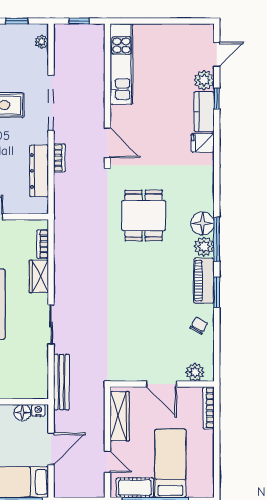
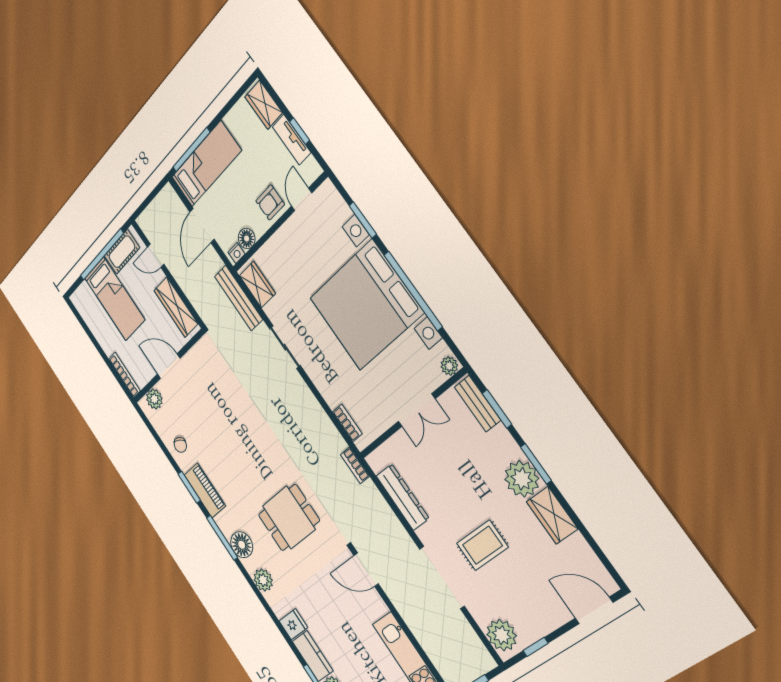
plant: (42, 42) -> (502, 635), width x1.88, depth x1.88
bookcase: (59, 158) -> (355, 465), moved
dining table: (144, 216) -> (289, 518), turned 90
plant: (204, 247) -> (263, 580), moved
wardrobe: (39, 276) -> (257, 285), moved

